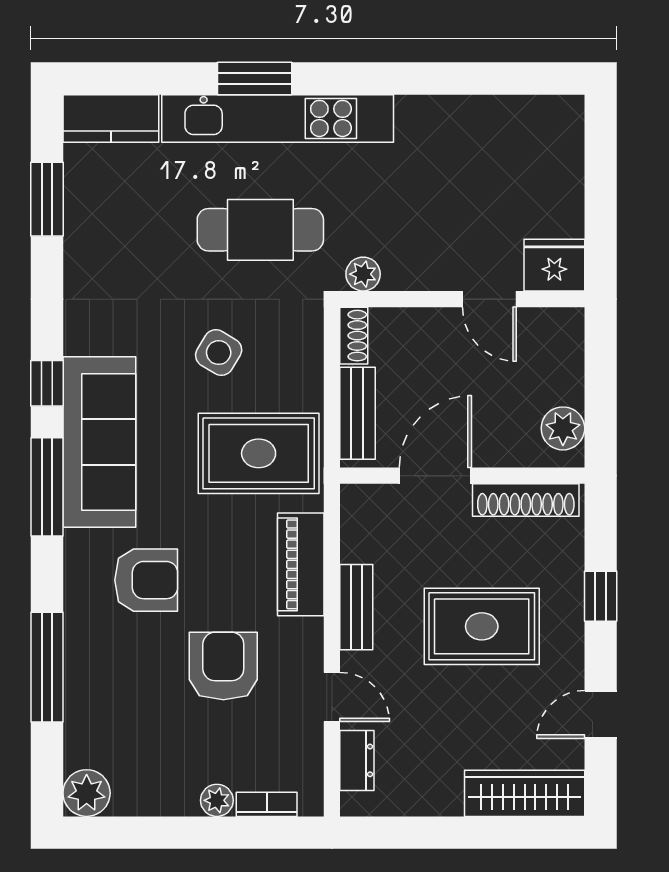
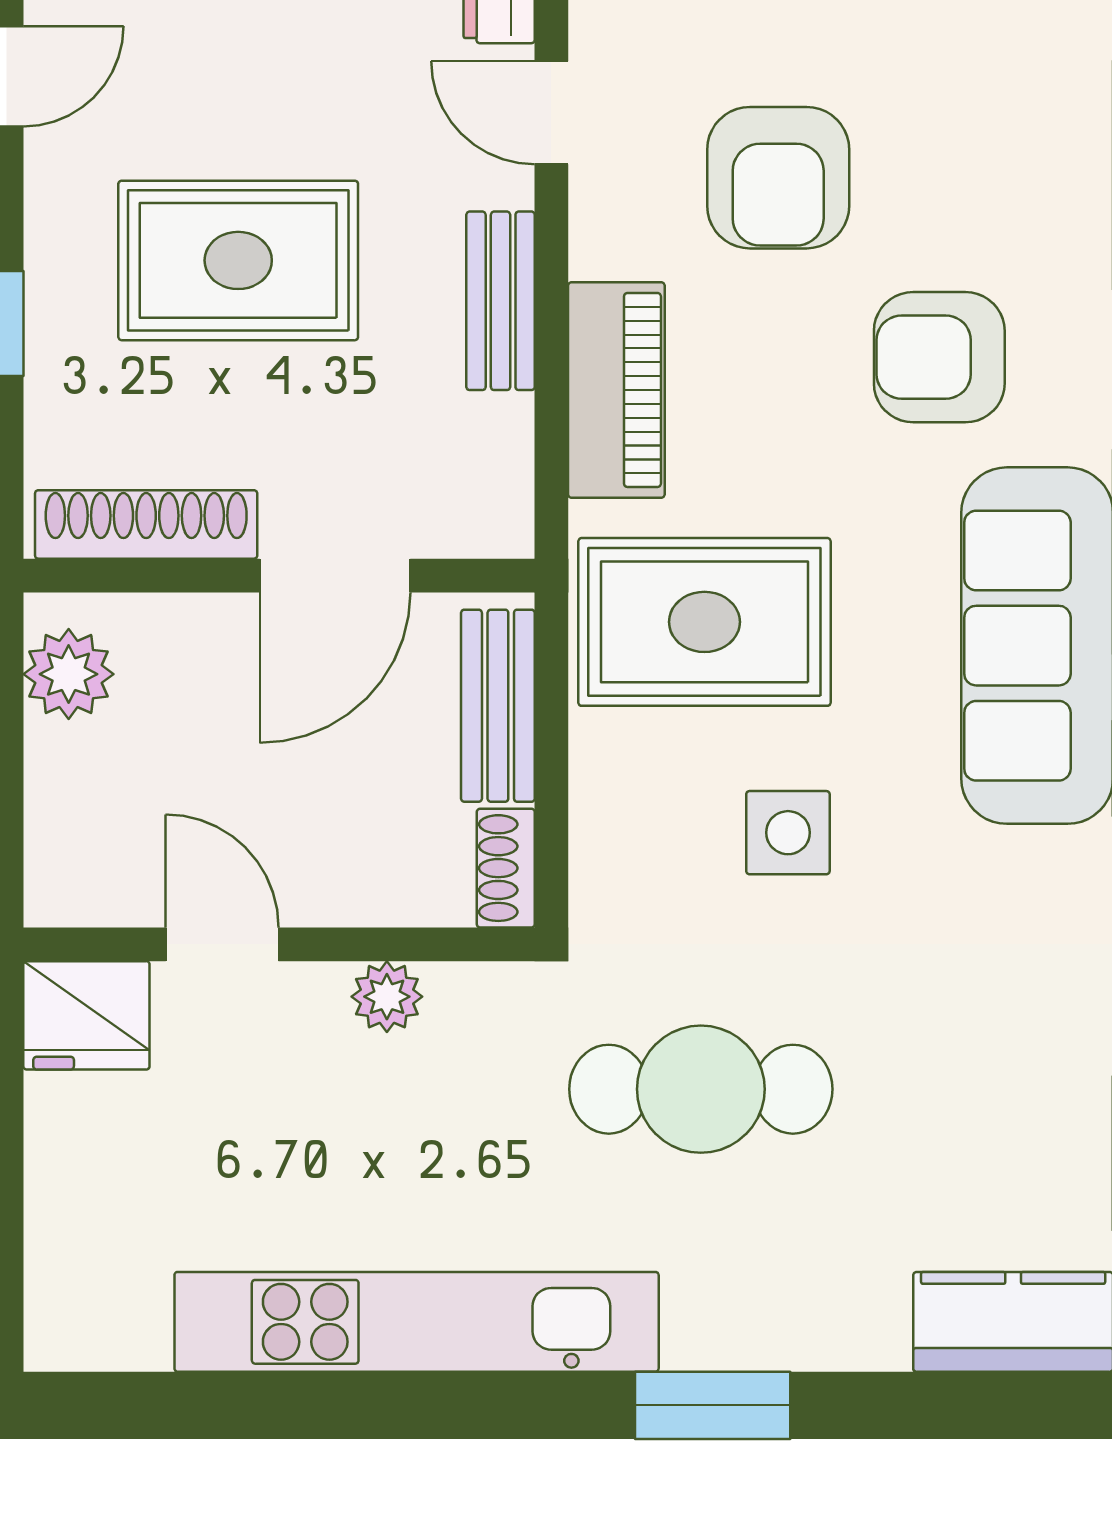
kitchen unit: (278, 118) -> (417, 1322), moved
plant: (363, 274) -> (387, 997), moved
side table: (219, 353) -> (788, 833), turned -31

